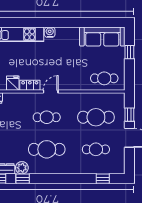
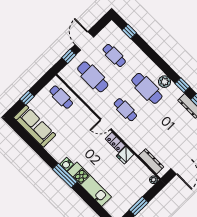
window: (42, 22) -> (65, 175), added
plant: (22, 168) -> (165, 82), moved

